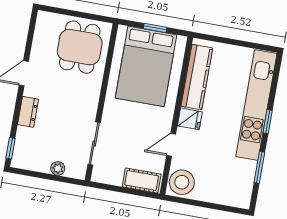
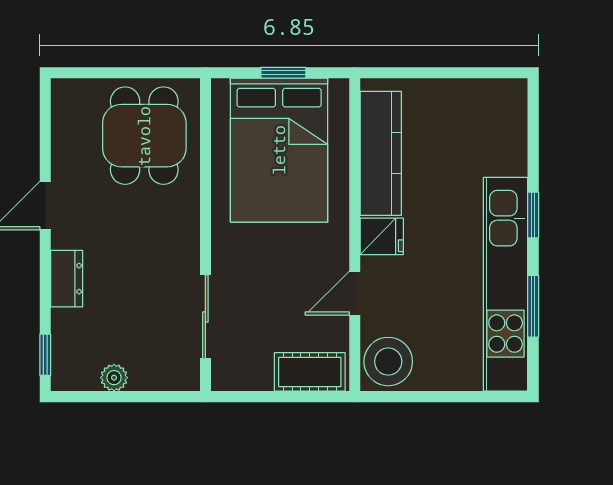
kitchen unit: (256, 105) -> (506, 284), moved
plant: (58, 168) -> (114, 378), moved

